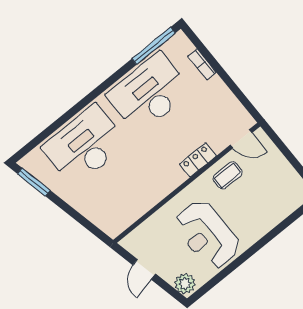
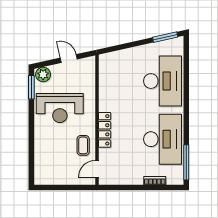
locker: (198, 160) -> (105, 130), width x1.53
reception desk: (207, 235) -> (60, 108), turned 180
window: (210, 285) -> (31, 87), added

